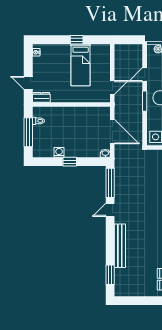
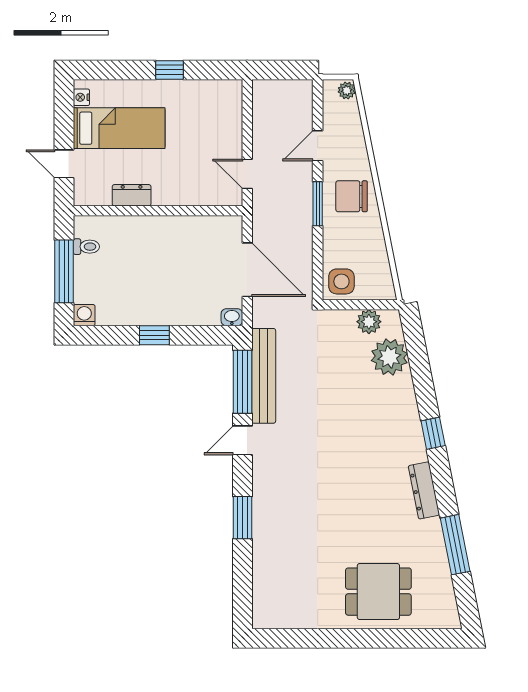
bed: (81, 65) -> (119, 128), moved, turned -90
door: (112, 87) -> (247, 174), swing flipped
dresser: (41, 97) -> (132, 195), moved
washing machine: (59, 152) -> (84, 315), moved
bench: (120, 246) -> (264, 376), moved
window: (110, 275) -> (243, 518), moved

